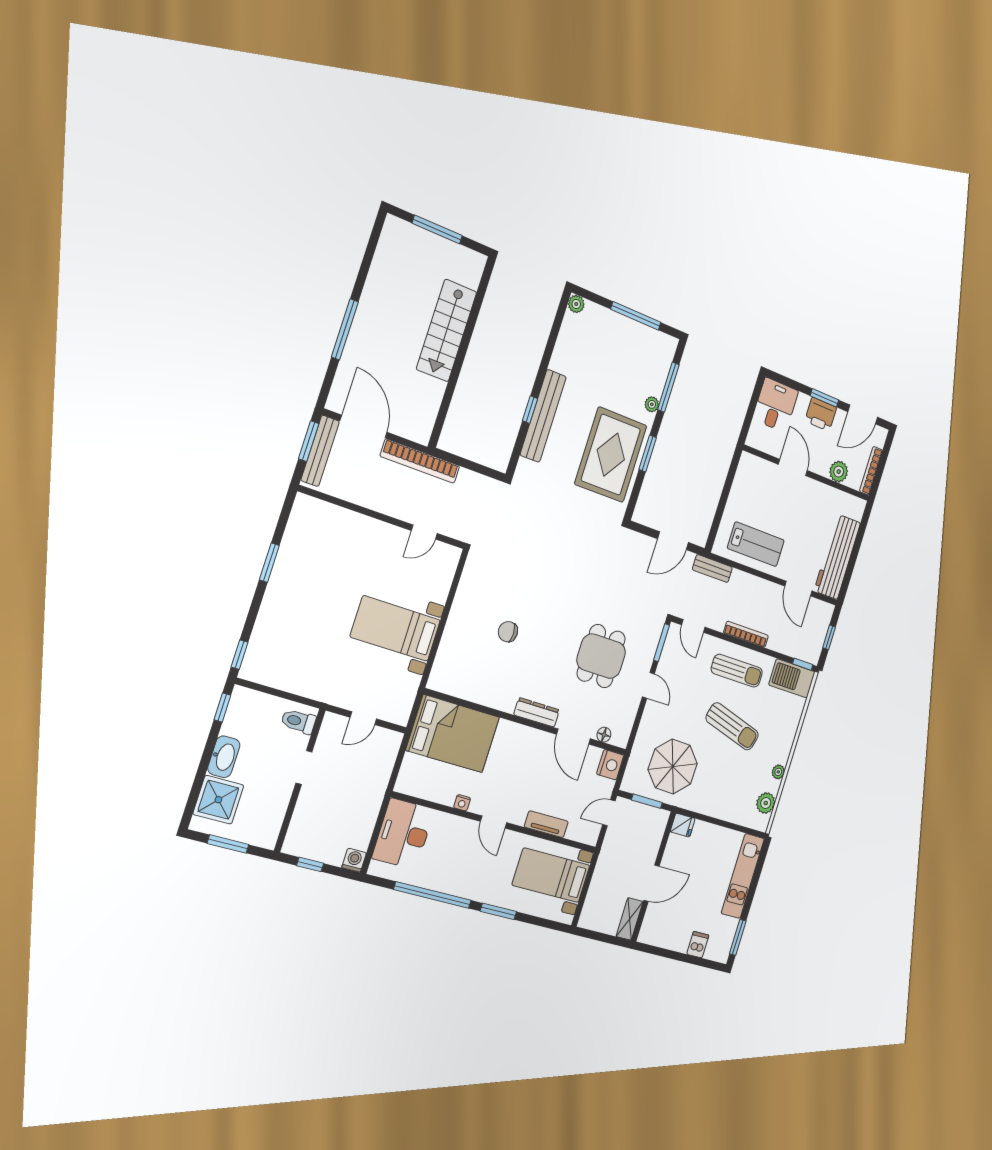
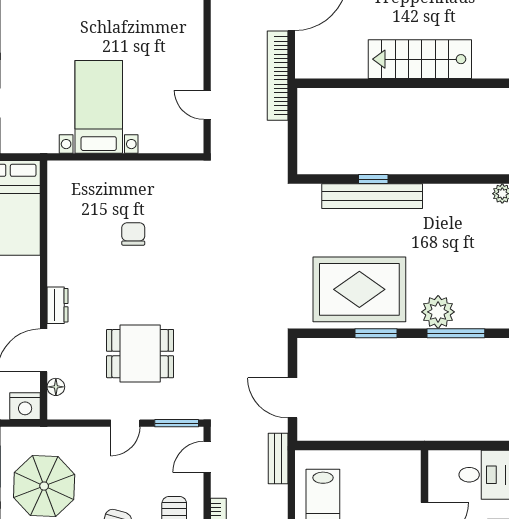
plant: (652, 404) -> (438, 312), width x1.88, depth x1.88
dresser: (537, 712) -> (57, 305), width x0.70

